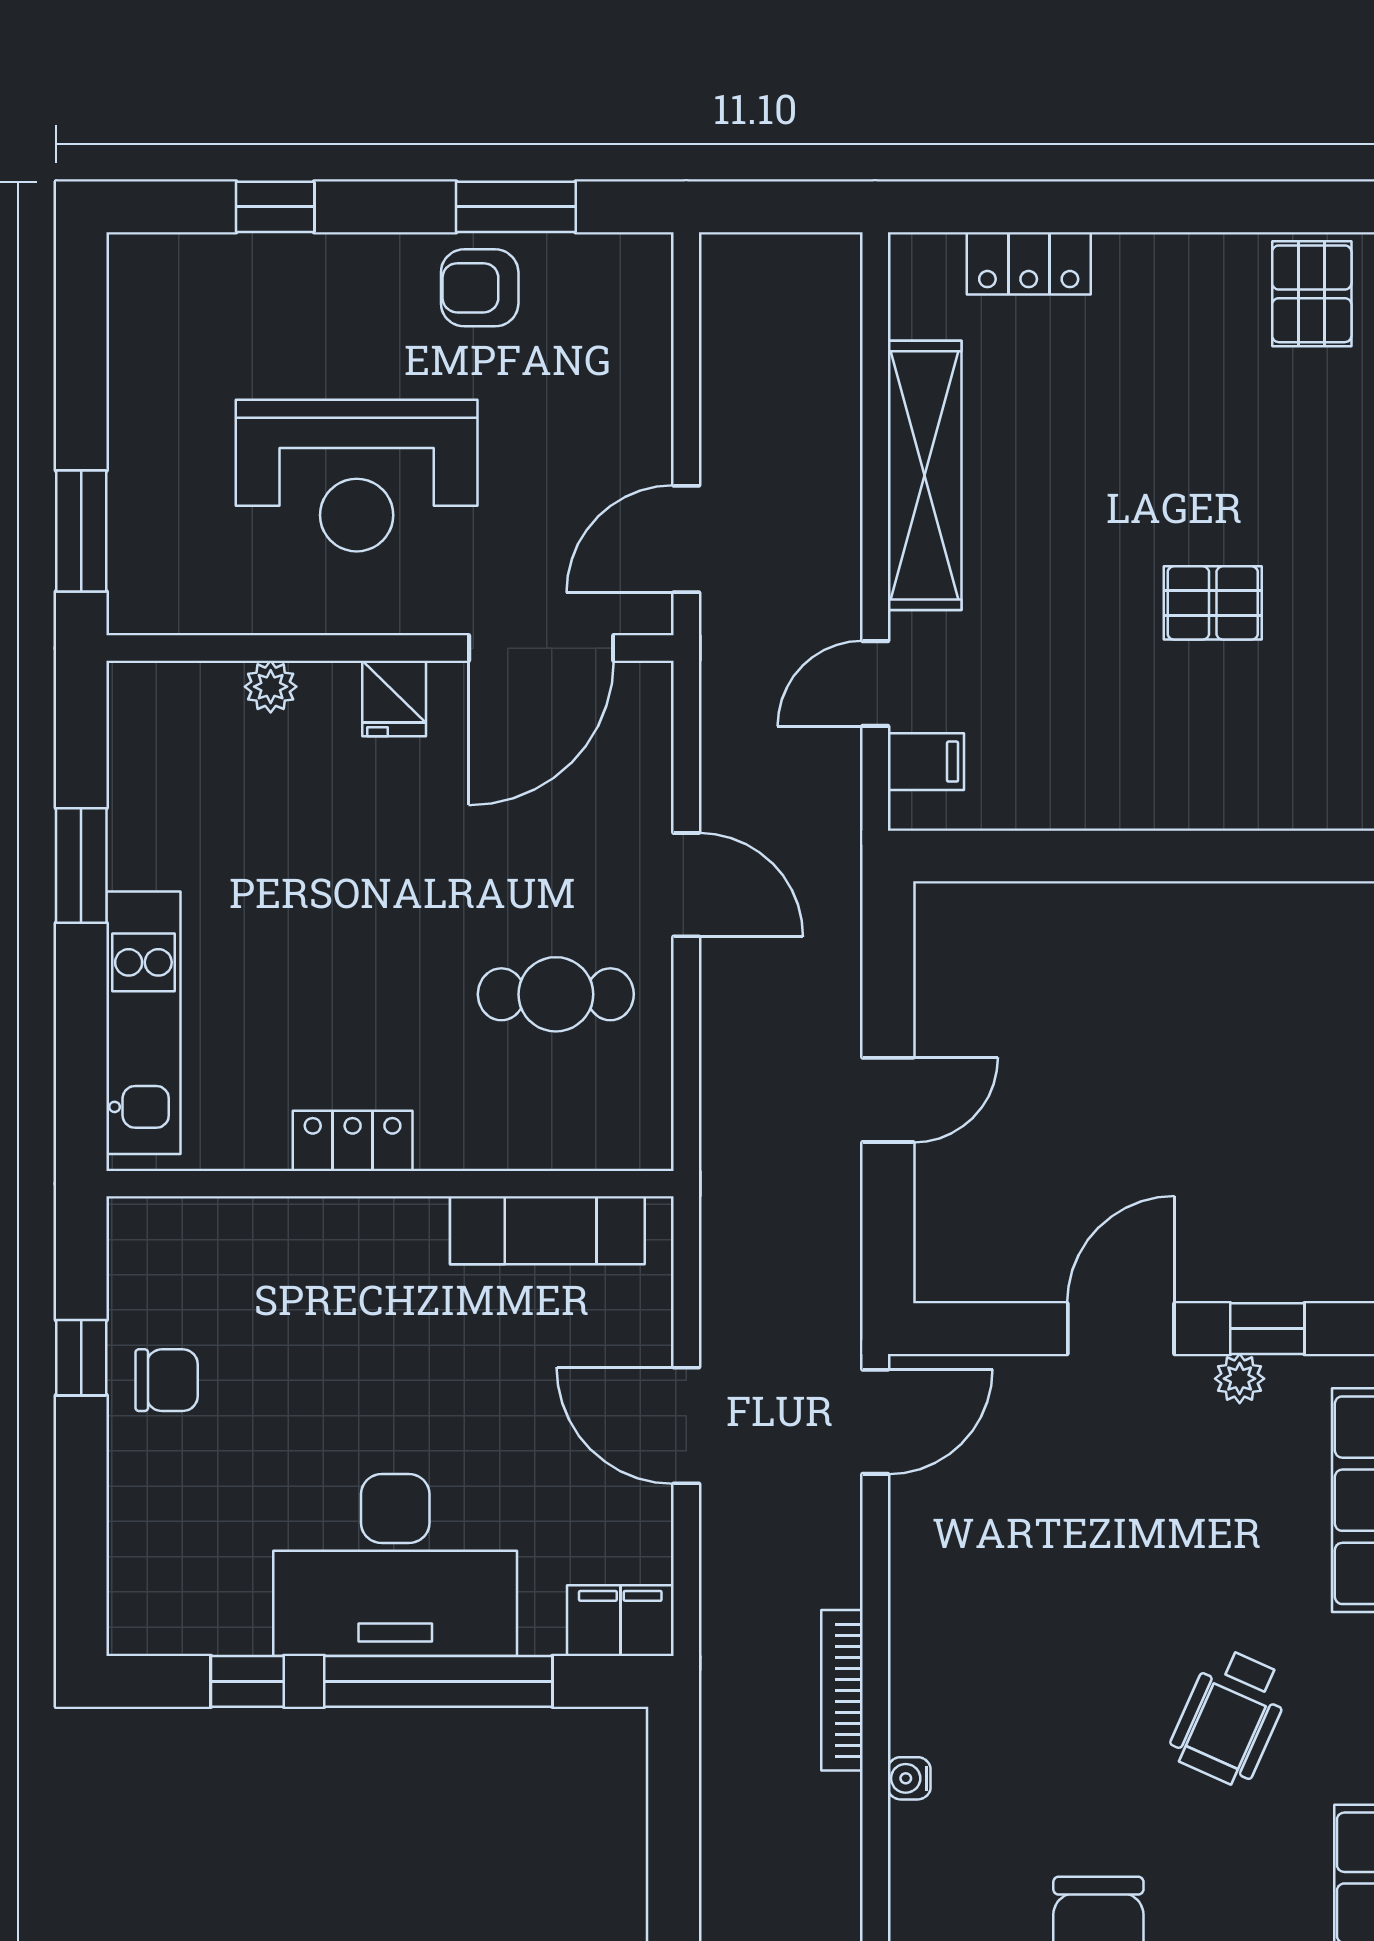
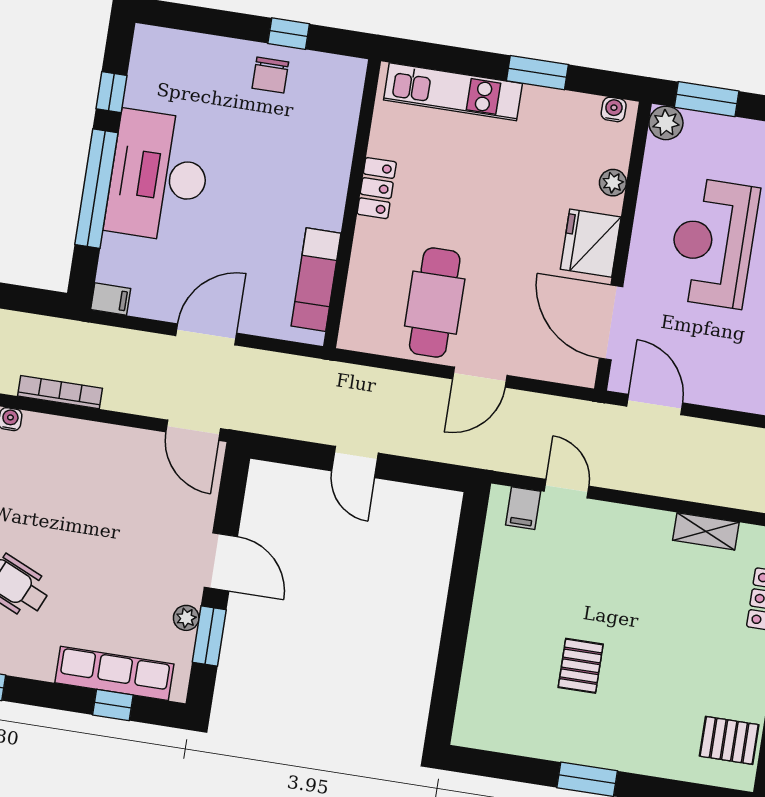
shelving: (925, 475) -> (706, 531), width x0.45, depth x0.75
plant: (139, 602) -> (666, 123), added
fridge: (394, 698) -> (591, 243), width x1.88, depth x1.34
water cooler: (129, 707) -> (614, 109), added
cafe table: (556, 994) -> (435, 303), width x1.37, depth x1.35
window: (1267, 1329) -> (209, 636), width x1.50
filing cabinet: (620, 1621) -> (111, 299), width x0.50

